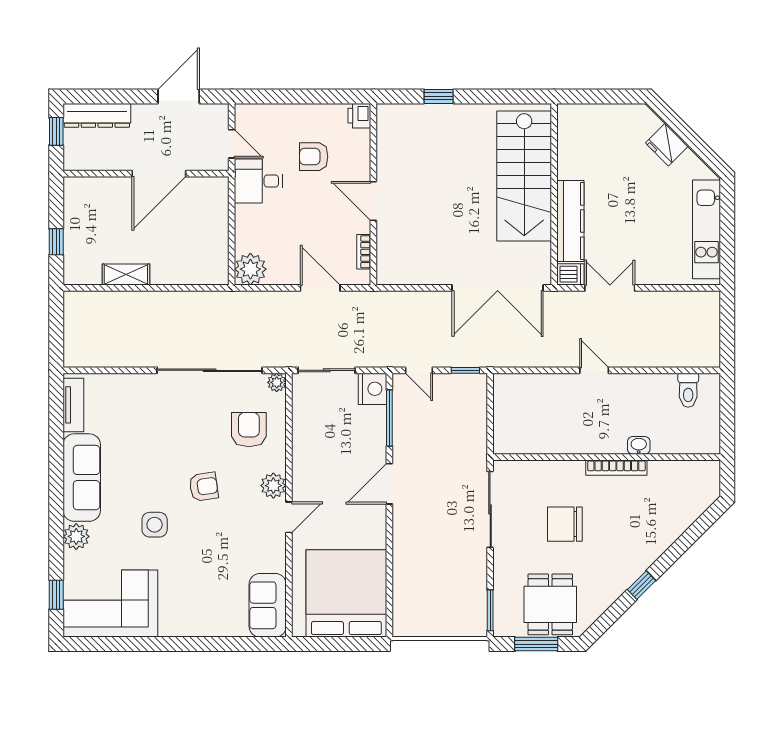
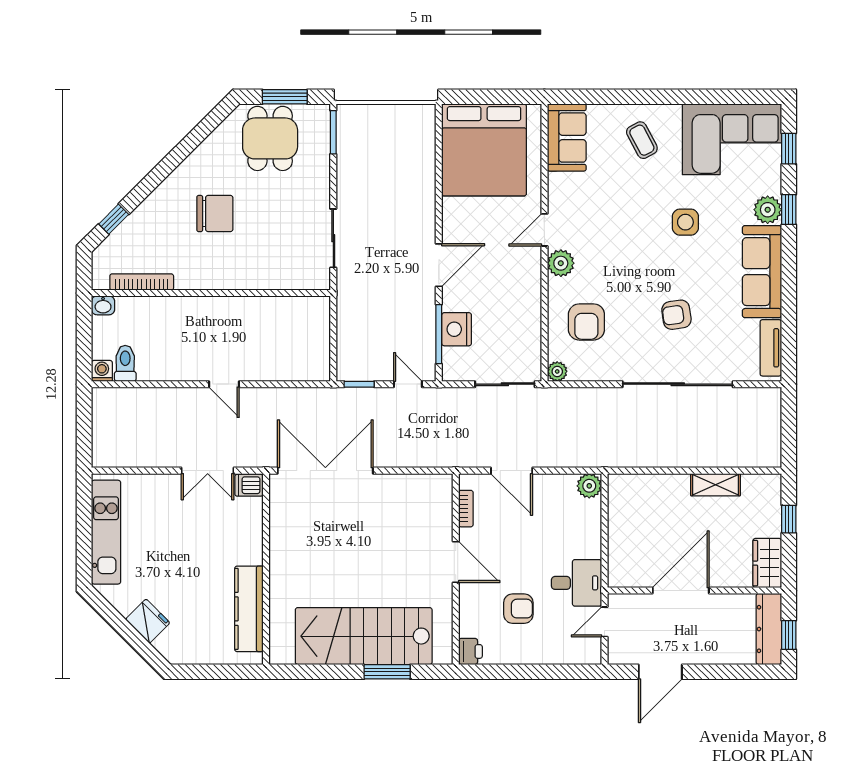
window: (439, 96) -> (387, 672), width x1.50
dresser: (97, 115) -> (769, 629), moved, turned -90
door: (232, 144) -> (604, 622), hinge flipped
stairs: (524, 176) -> (364, 636), moved, turned -90
wardrobe: (77, 200) -> (767, 563), added
kitchen counter: (570, 221) -> (249, 609), moved
plant: (250, 269) -> (589, 486), width x0.73, depth x0.73
sliding door: (210, 370) -> (678, 384), moved
washing machine: (710, 383) -> (102, 371), added
nightstand: (373, 389) -> (457, 329), moved
washbasin: (639, 445) -> (103, 305), moved
bookcase: (616, 468) -> (142, 282), moved
armchair: (204, 487) -> (676, 315), moved
sliding door: (490, 509) -> (333, 238), width x0.73
chair: (565, 524) -> (215, 214), moved
window: (56, 537) -> (789, 210), added
window: (641, 585) -> (114, 219), moved
coffee table: (196, 603) -> (642, 140), added

